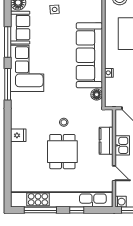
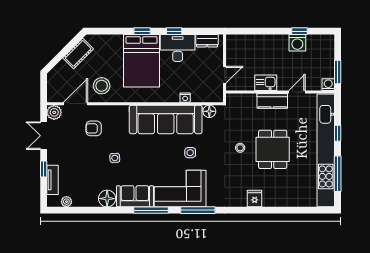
side table: (59, 77) -> (190, 153), added
kitchen counter: (106, 141) -> (272, 101), moved
dining table: (62, 152) -> (273, 149), turned 90

